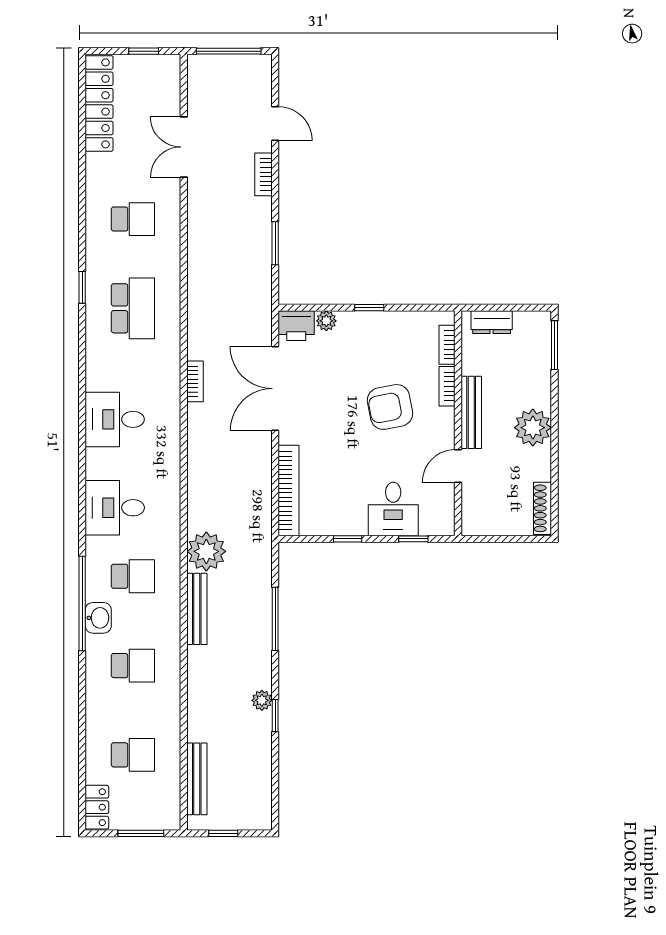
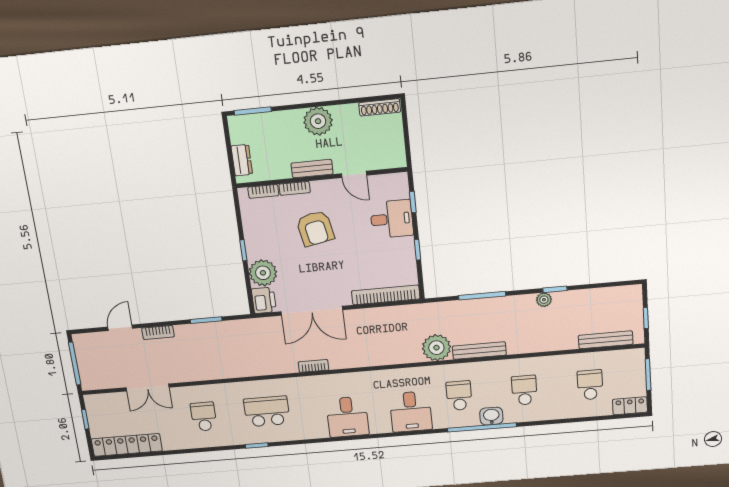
plant: (326, 321) -> (263, 273), width x1.87, depth x1.87
bench: (471, 412) -> (312, 169), width x0.73

